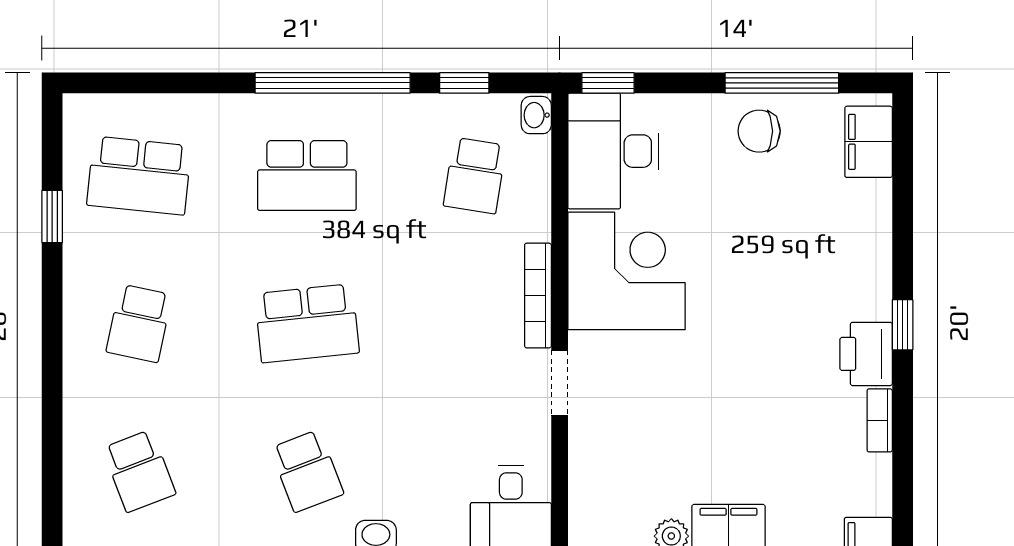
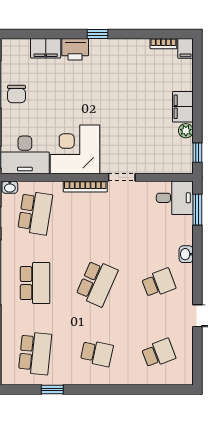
filing cabinet: (869, 142) -> (46, 48), moved
school desk: (475, 176) -> (35, 213), width x1.85
school desk: (307, 323) -> (97, 283), turned 30
printer: (866, 354) -> (75, 49), moved
bookcase: (880, 420) -> (163, 44), moved

